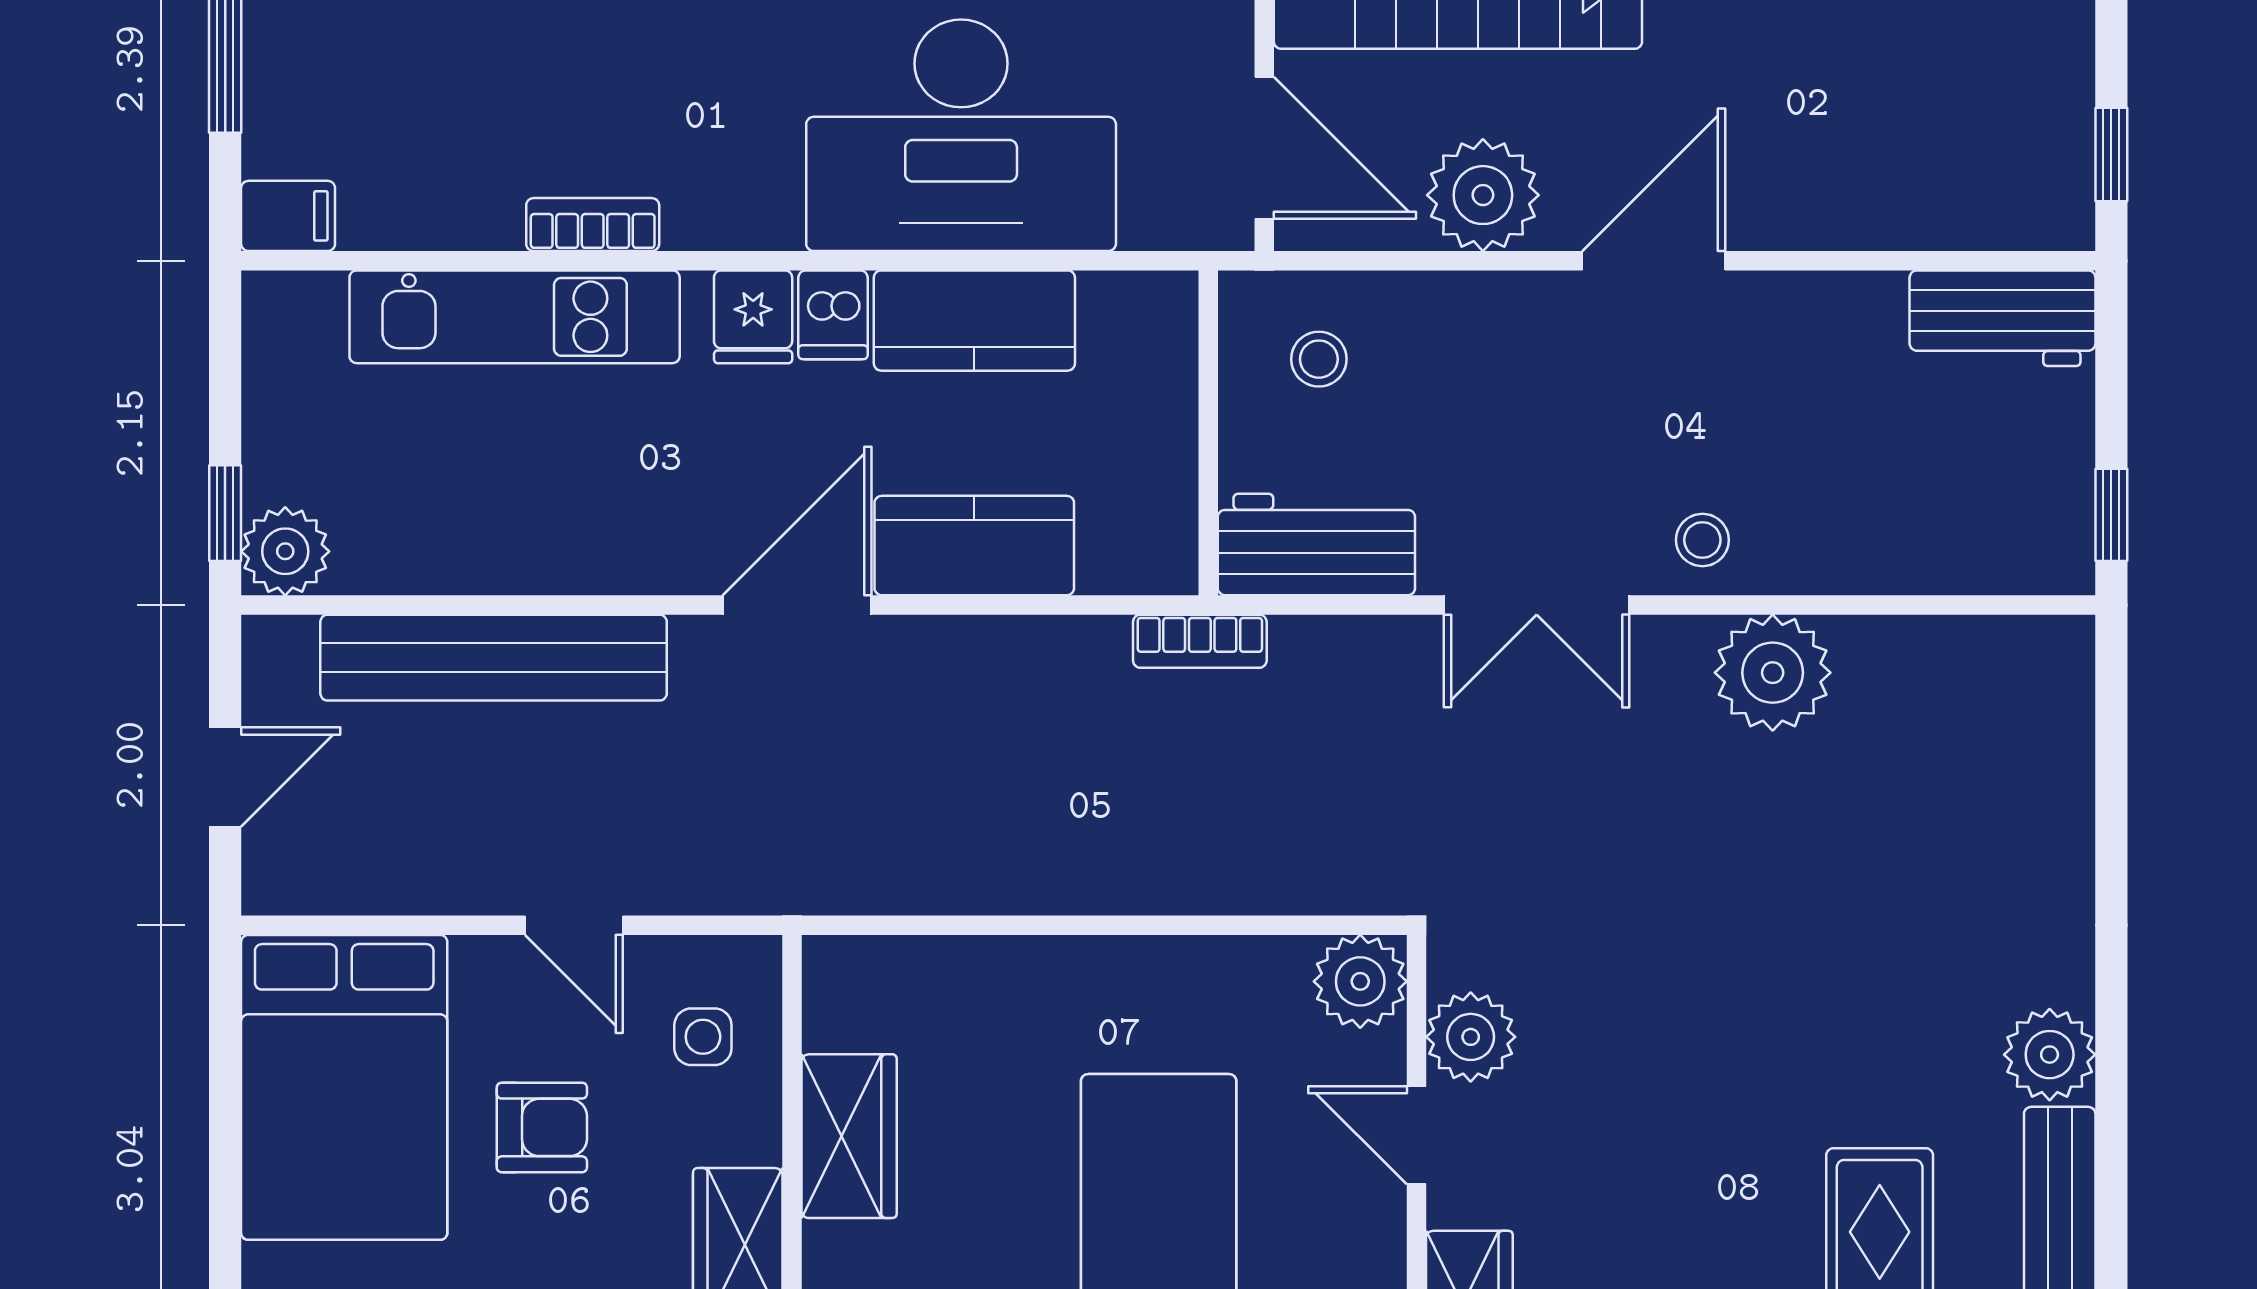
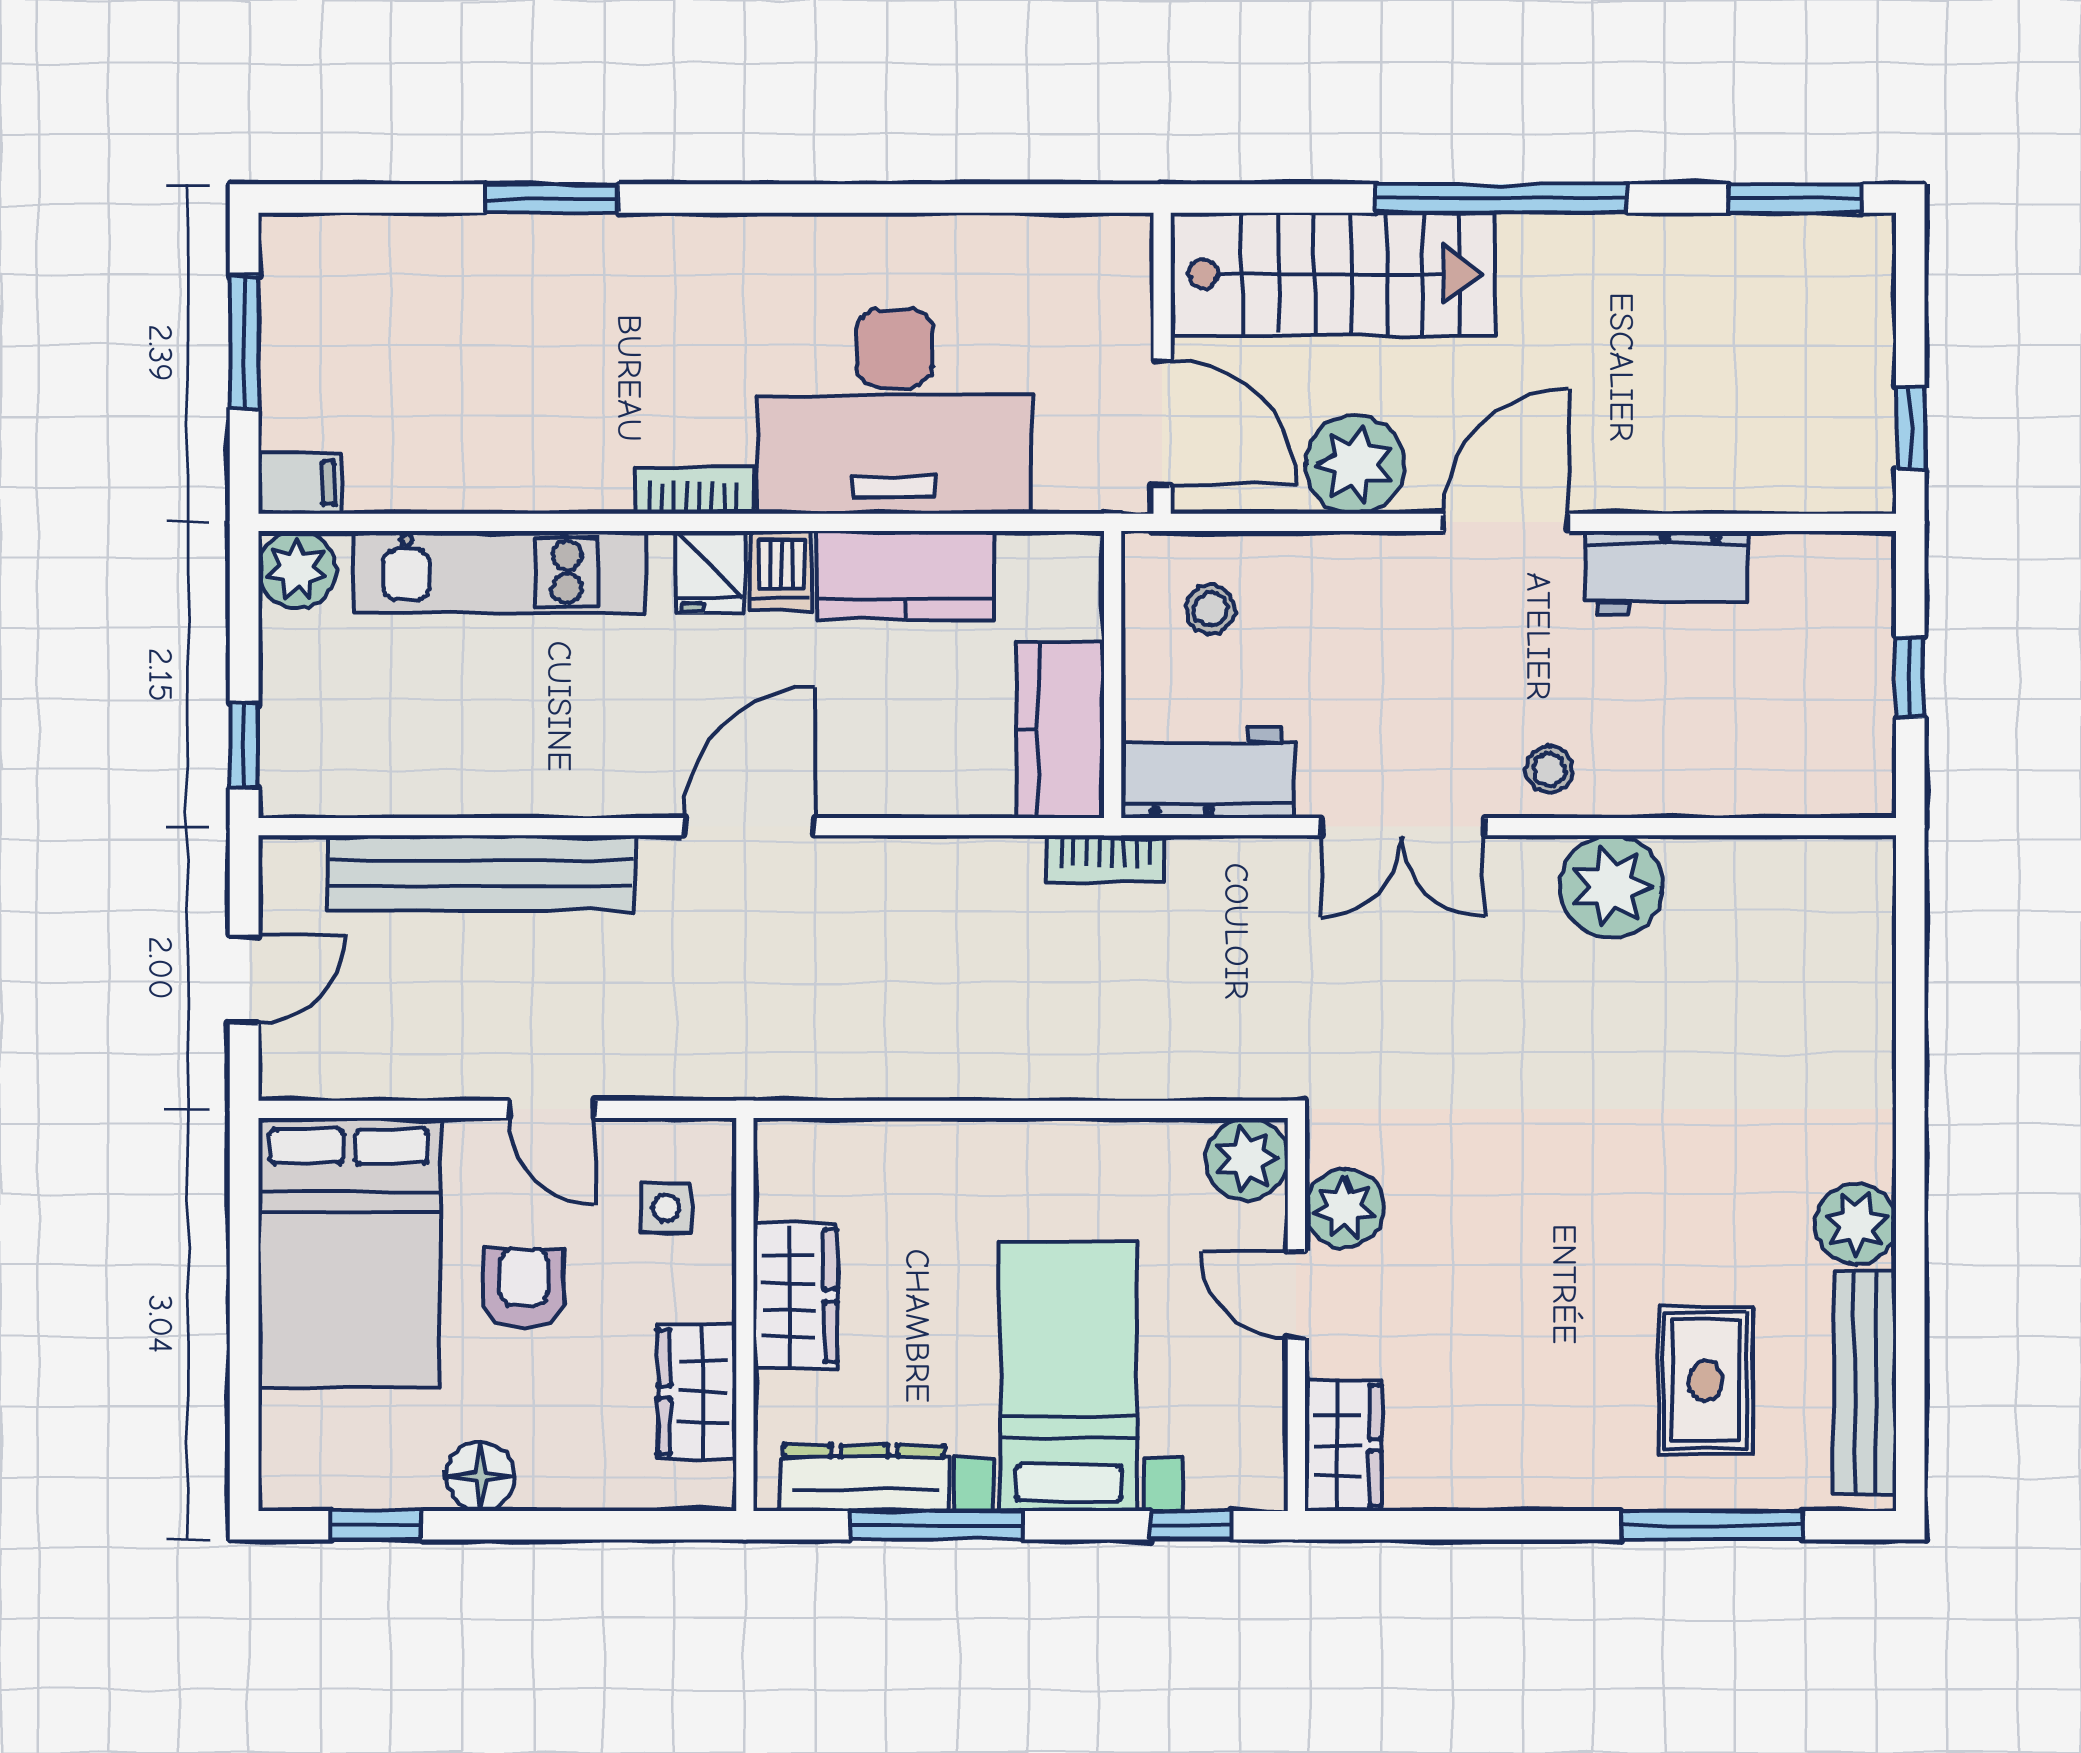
bookcase: (593, 225) -> (693, 491), moved
workbench: (2003, 318) -> (1666, 573), moved
window: (2111, 515) -> (1910, 677), moved
kitchen counter: (974, 546) -> (1060, 730), moved, turned -90
plant: (285, 551) -> (297, 570), moved
armchair: (542, 1127) -> (524, 1288), turned -90

